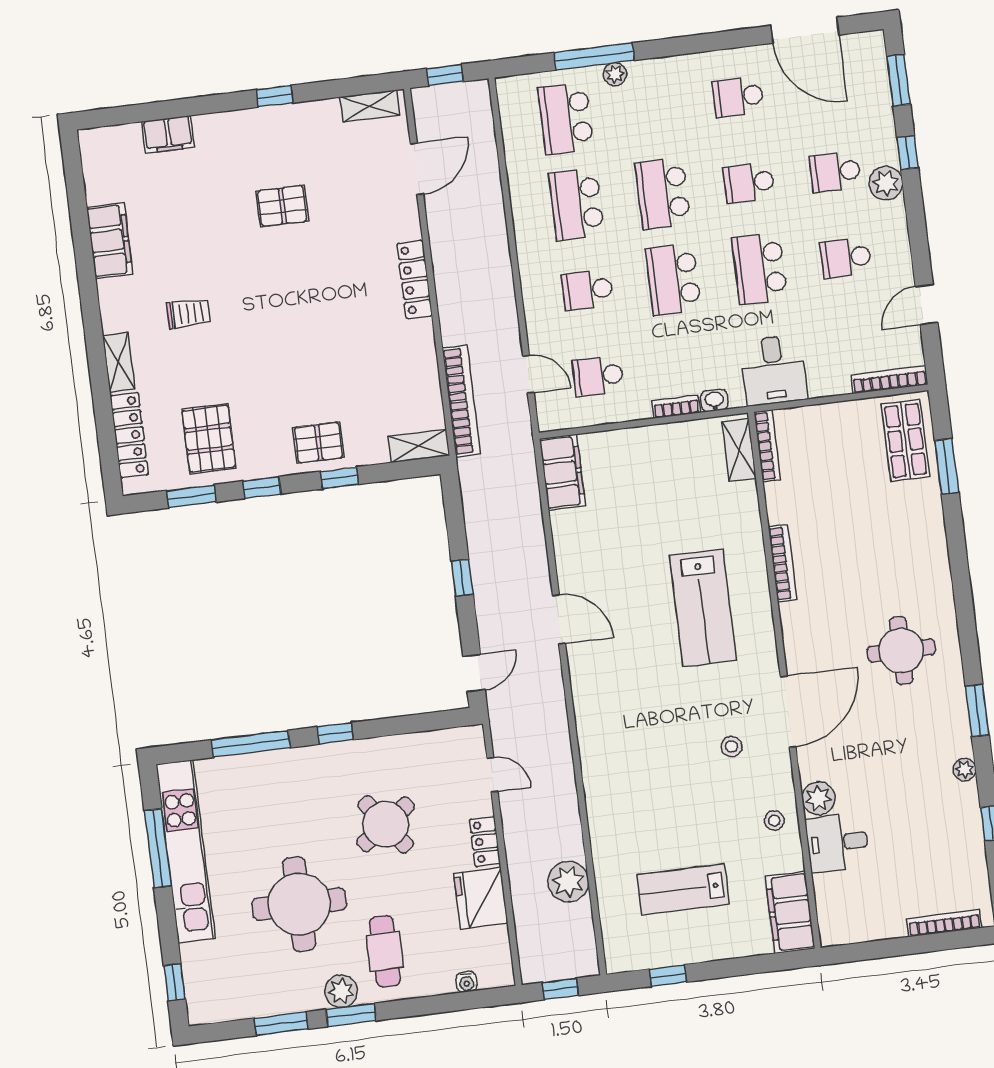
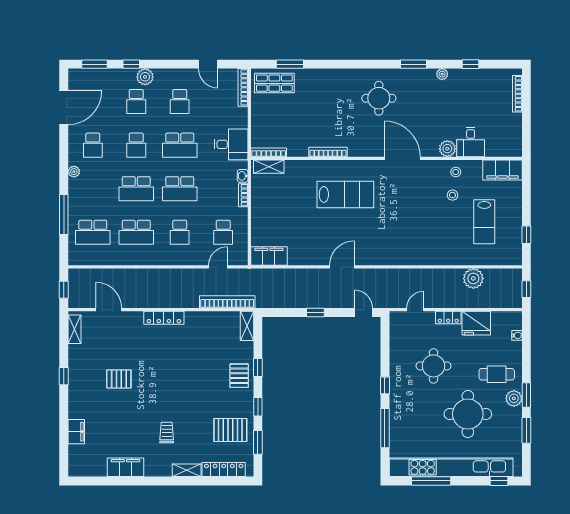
plant: (615, 74) -> (74, 172), moved
pallet: (282, 206) -> (119, 379), turned 90
stool: (732, 747) -> (452, 195), moved
round table: (386, 824) -> (433, 366), turned 36
kitchen unit: (186, 852) -> (451, 467), width x1.36

